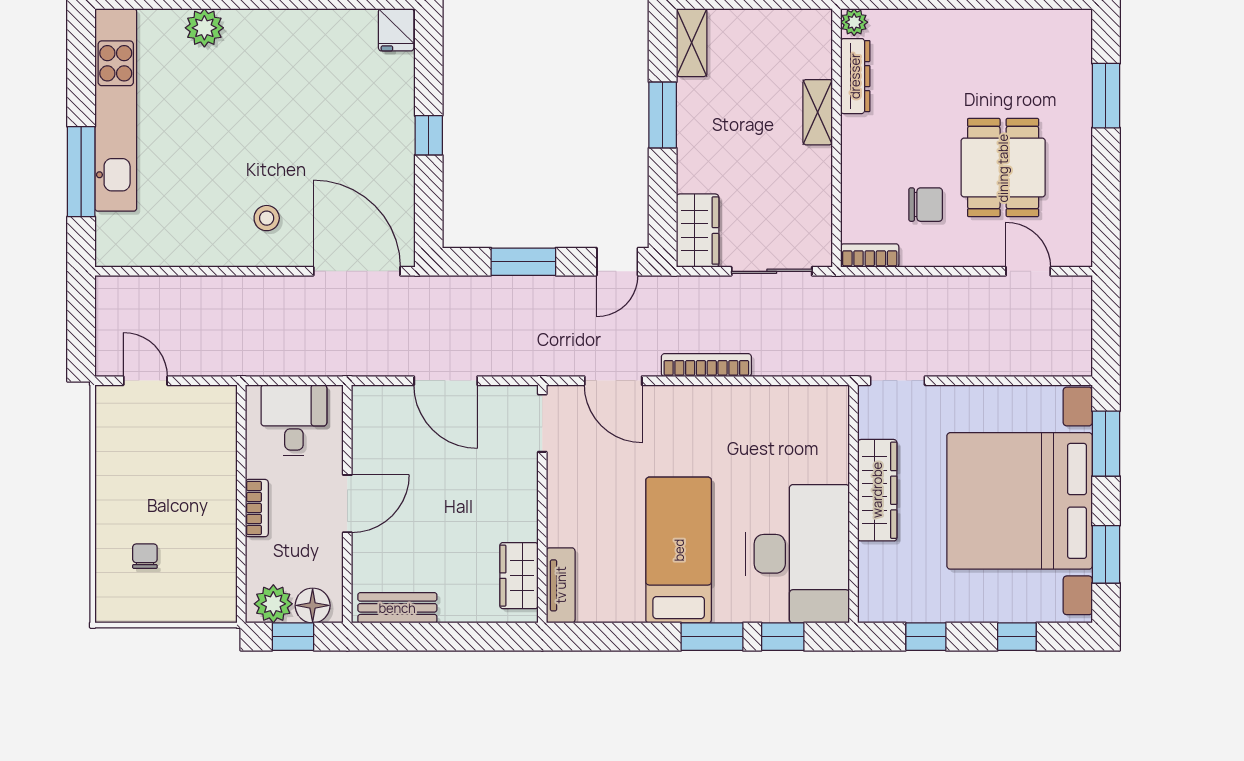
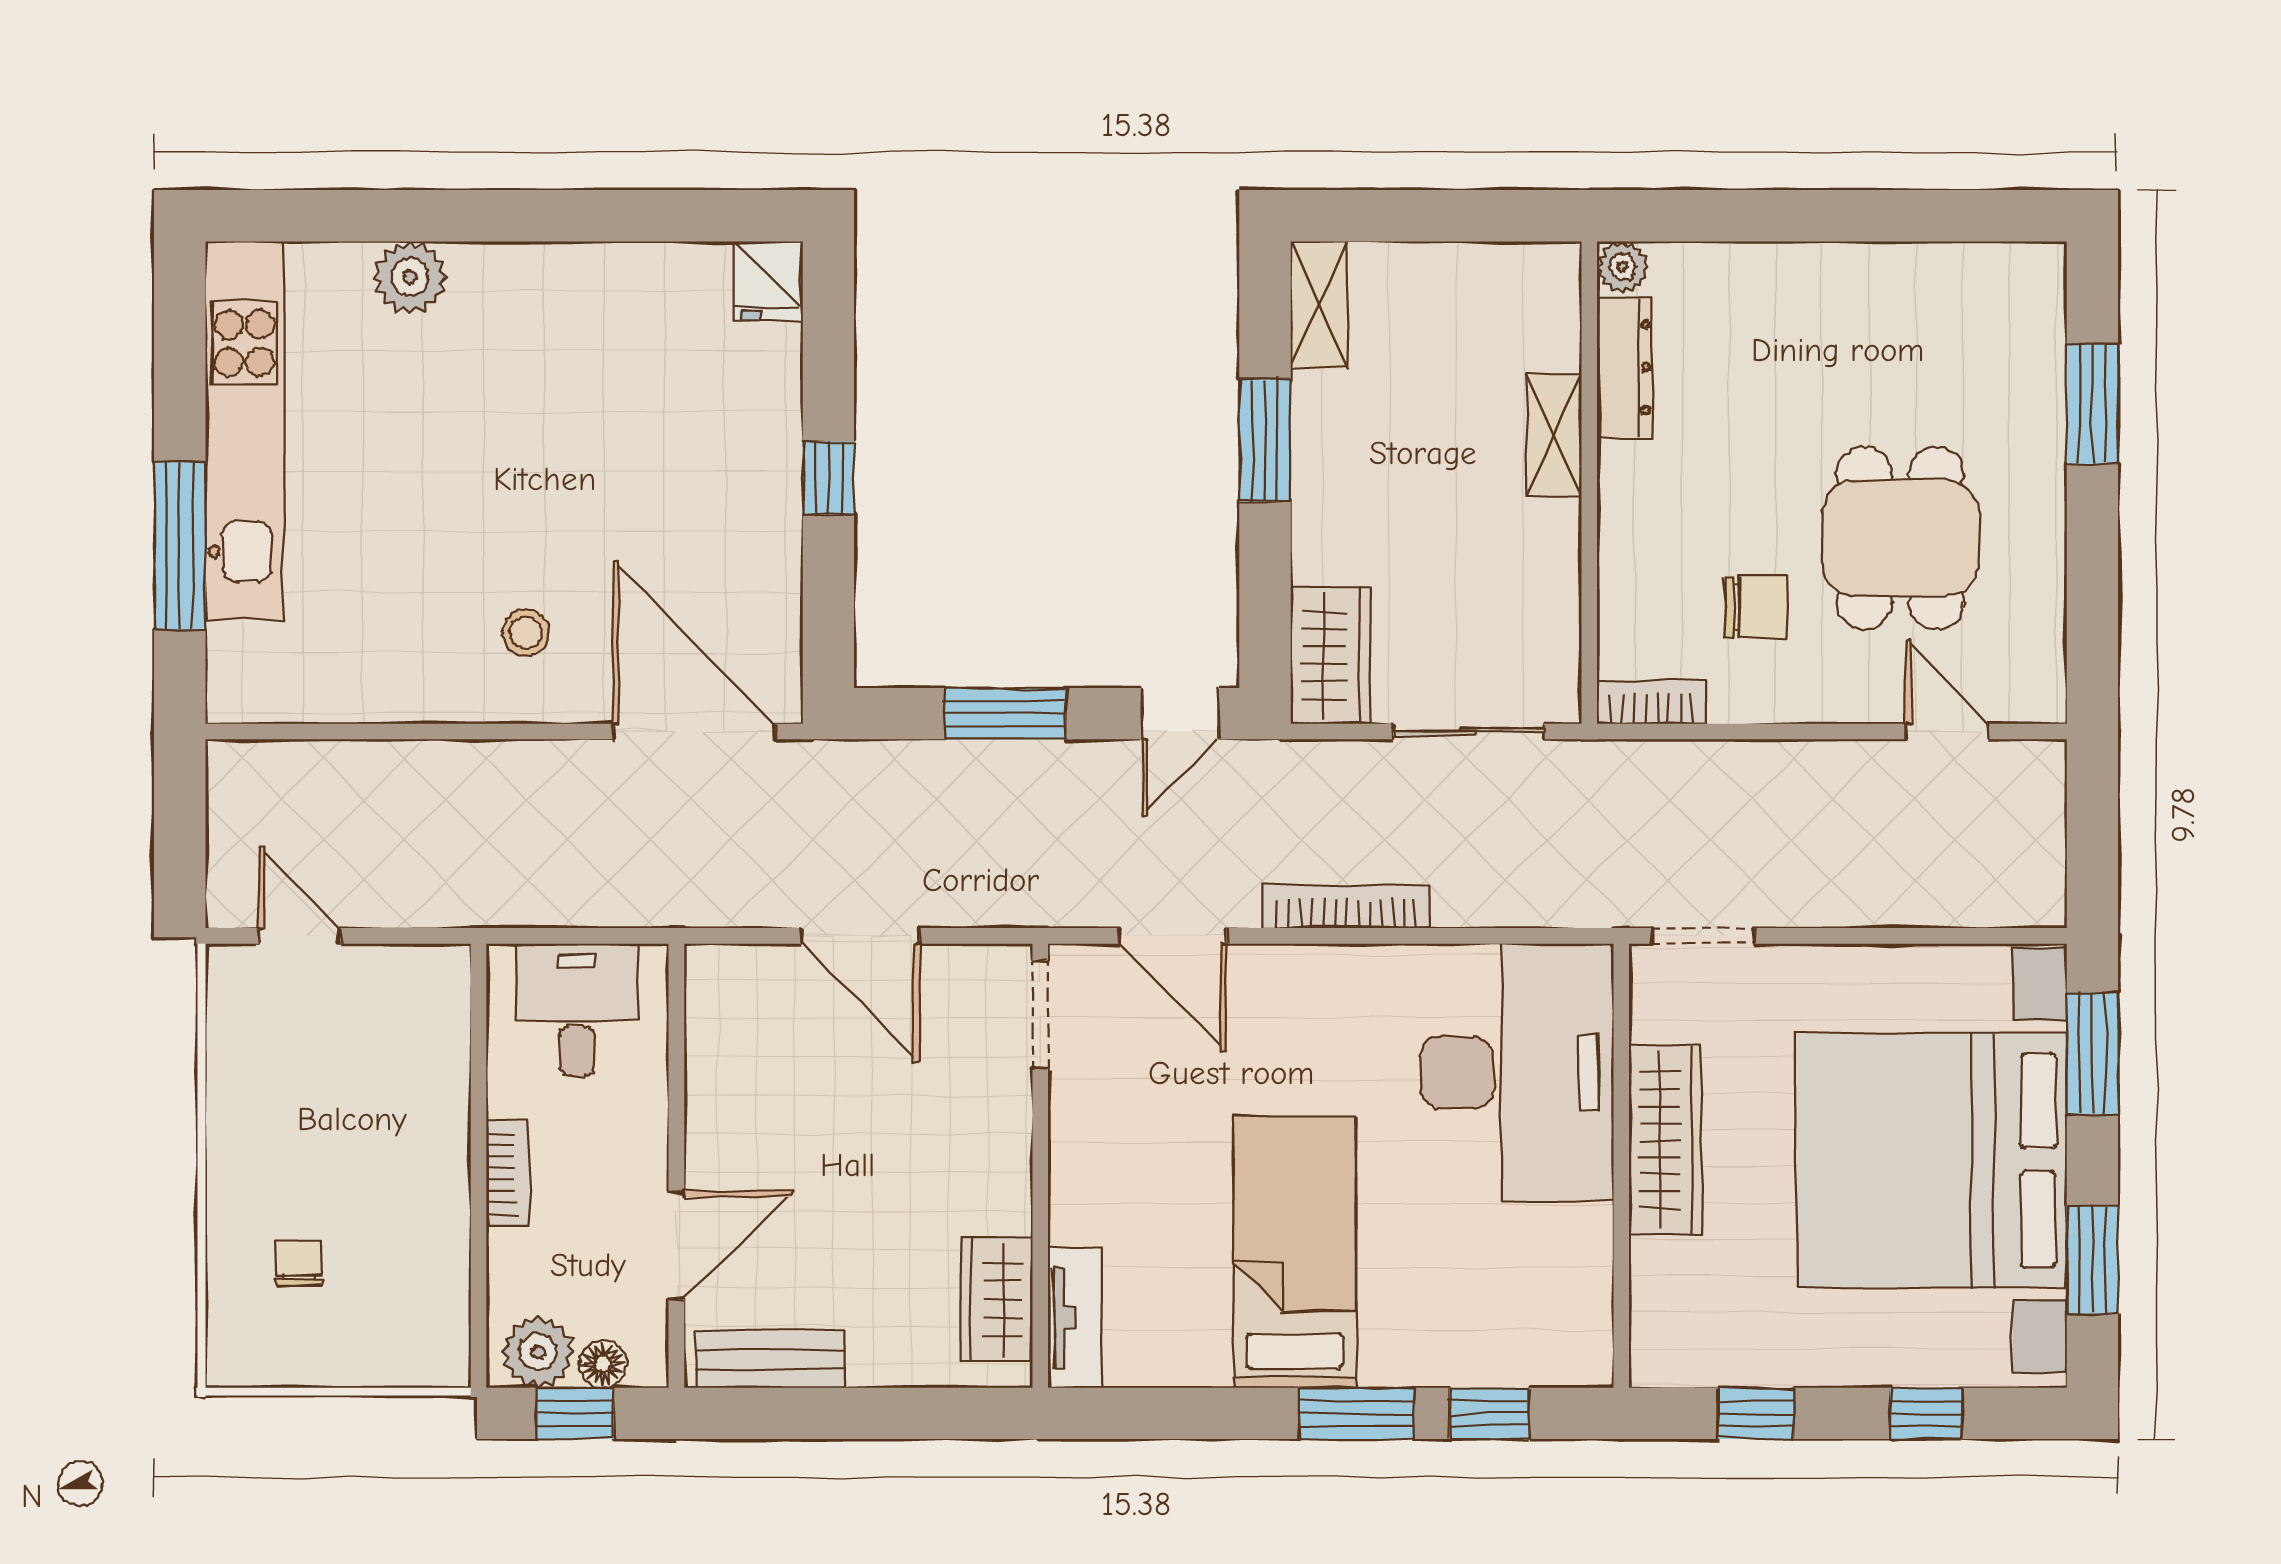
door: (347, 504) -> (676, 1245), moved
desk: (798, 554) -> (1517, 1073), moved
floor lamp: (313, 605) -> (603, 1364), width x0.73, depth x0.73

